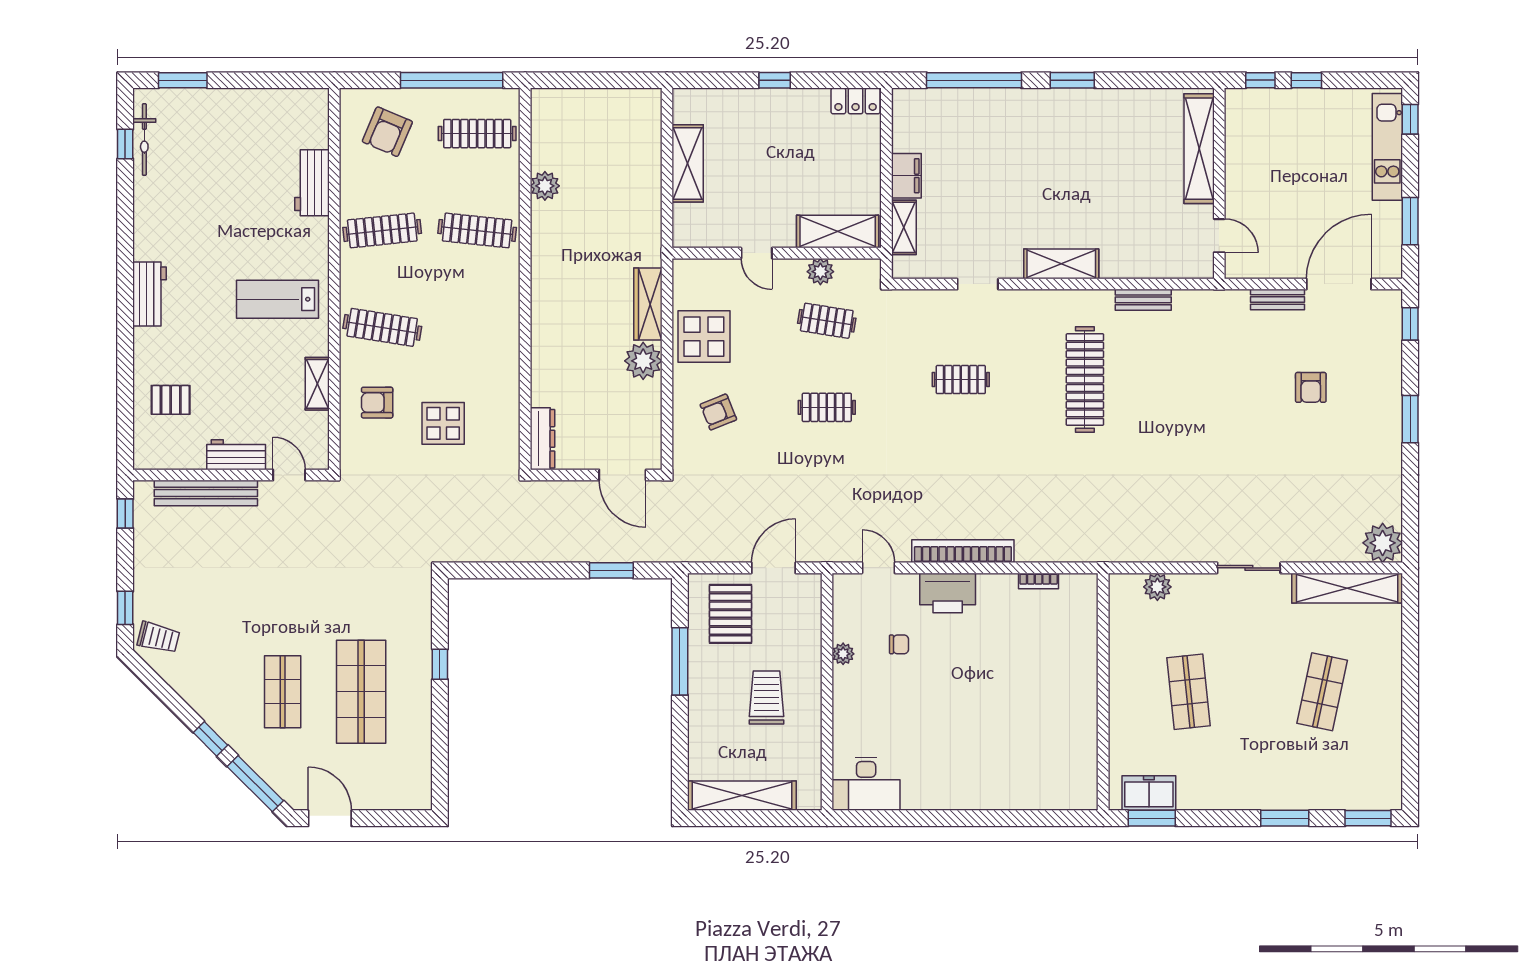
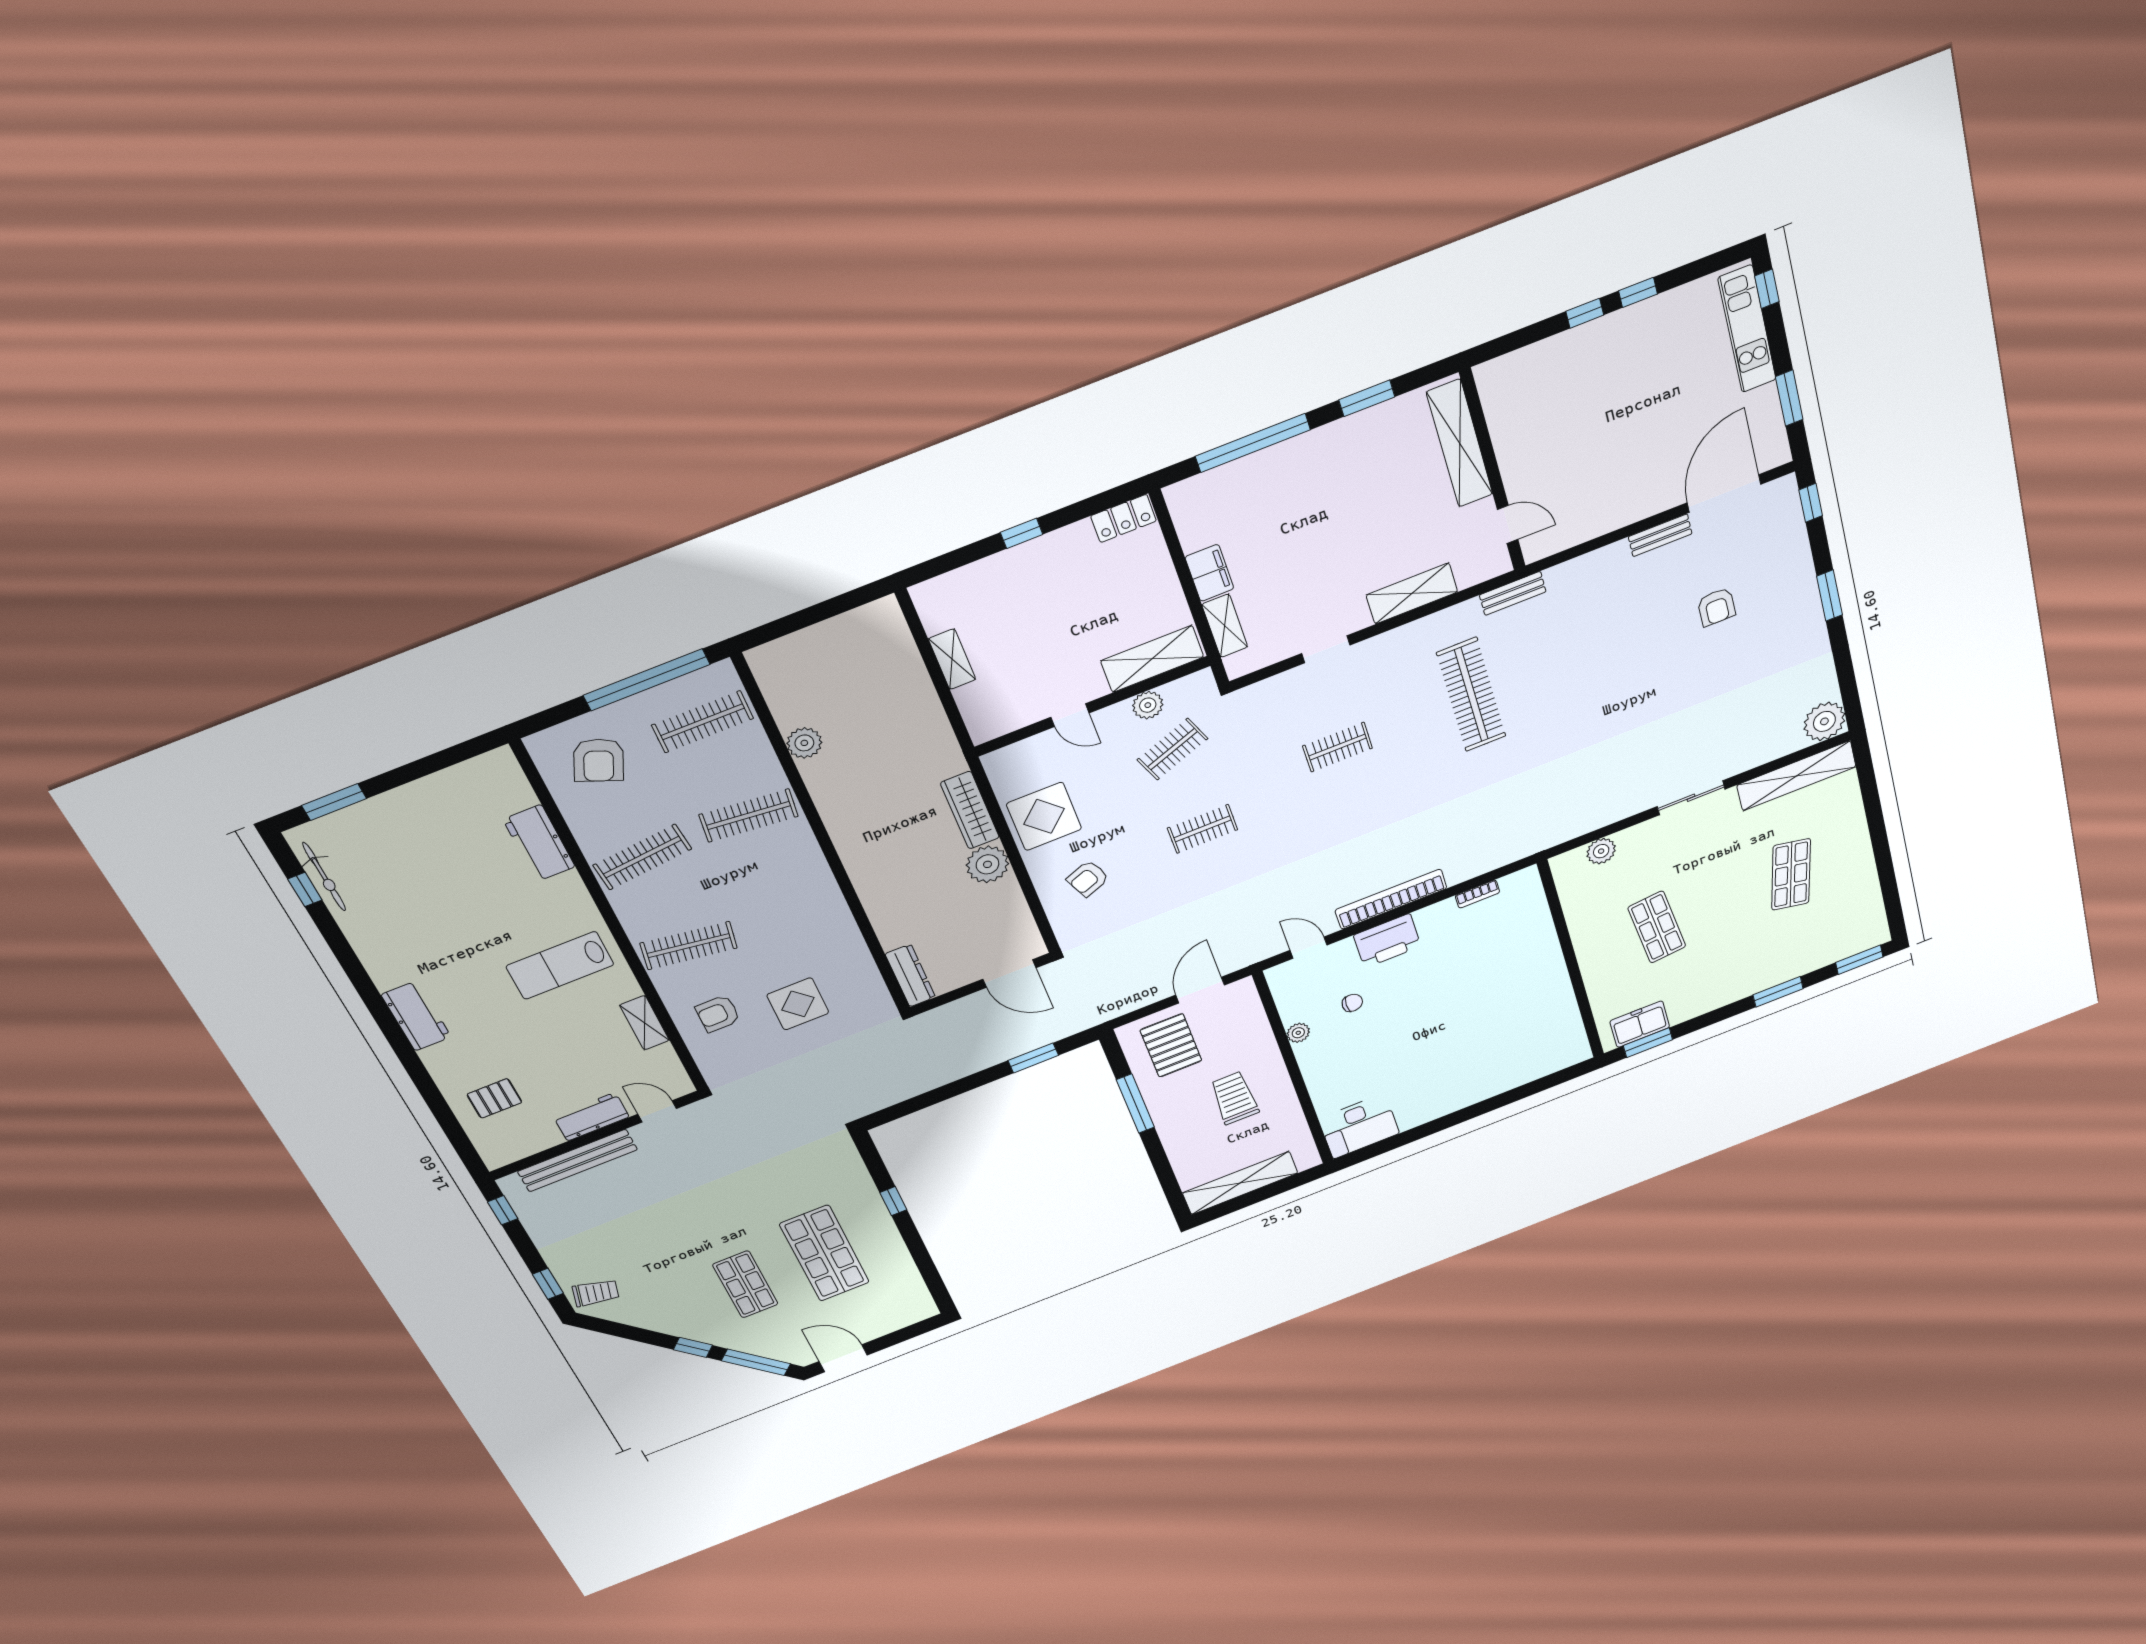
shelving: (1199, 149) -> (1460, 443), moved
shelving: (688, 163) -> (952, 659), width x0.67, depth x0.75
wall: (1219, 183) -> (1493, 471), moved
door: (1219, 236) -> (1508, 524), moved
clothes rail: (827, 321) -> (1172, 749), turned -30

